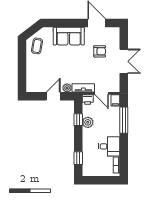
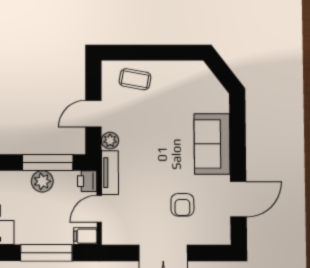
coffee table: (37, 46) -> (135, 79), moved
door: (53, 96) -> (93, 114), swing flipped
window: (78, 120) -> (48, 162), width x2.17

